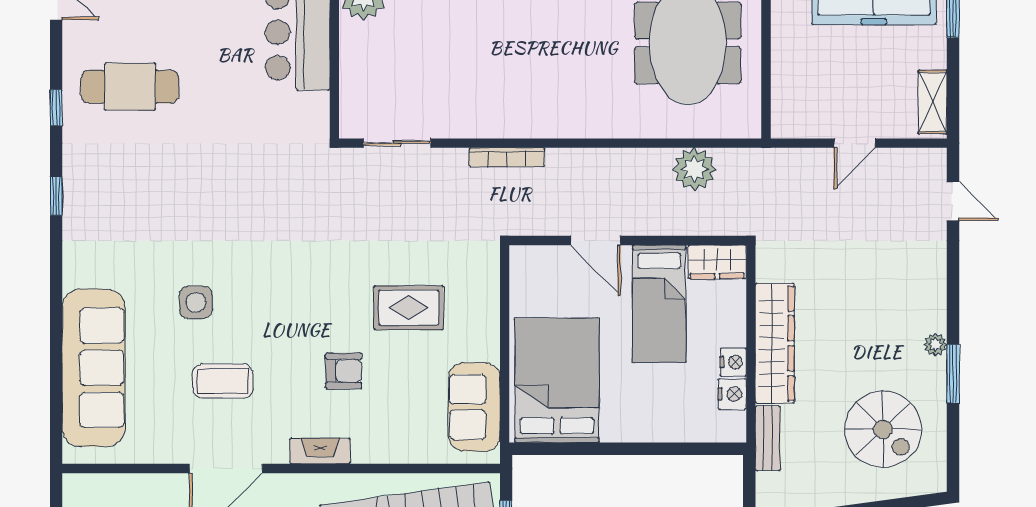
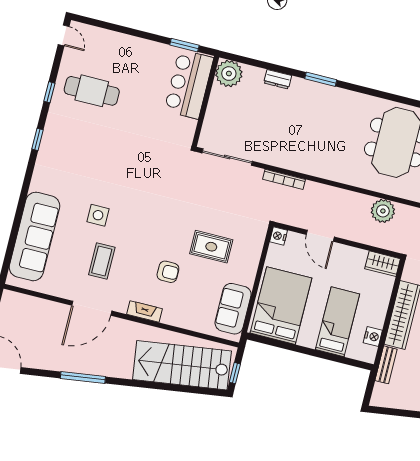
sliding door: (397, 143) -> (227, 157), width x1.37
bed: (659, 304) -> (338, 322), moved, turned 180
nightstand: (733, 362) -> (279, 236), moved, turned 180
coffee table: (223, 381) -> (102, 261), turned 90

